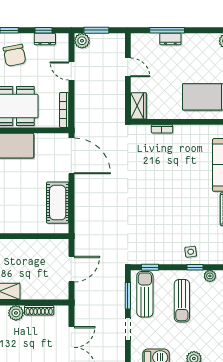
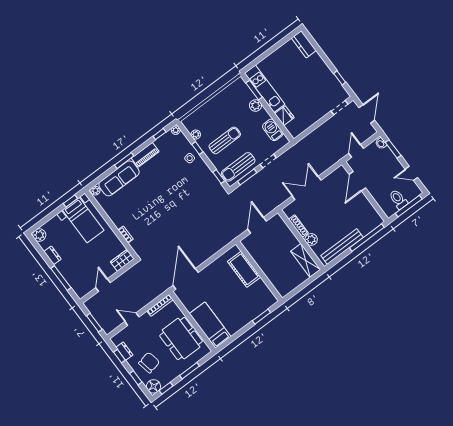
dresser: (170, 39) -> (52, 255), moved
plant: (82, 41) -> (108, 327), removed
door: (71, 71) -> (132, 319), swing flipped
cot: (58, 203) -> (244, 269), moved, turned 90
door: (71, 269) -> (257, 225), hinge flipped

